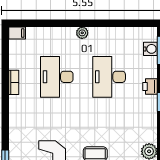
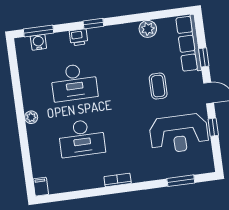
bookcase: (14, 82) -> (118, 180), moved

